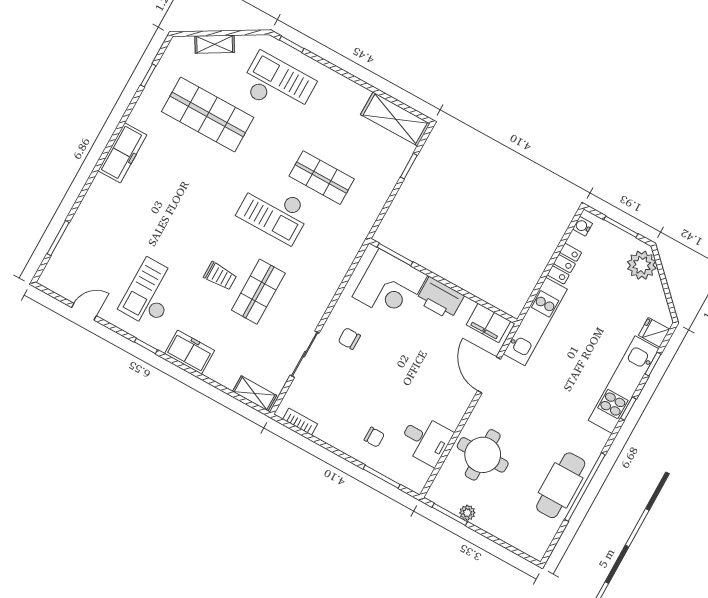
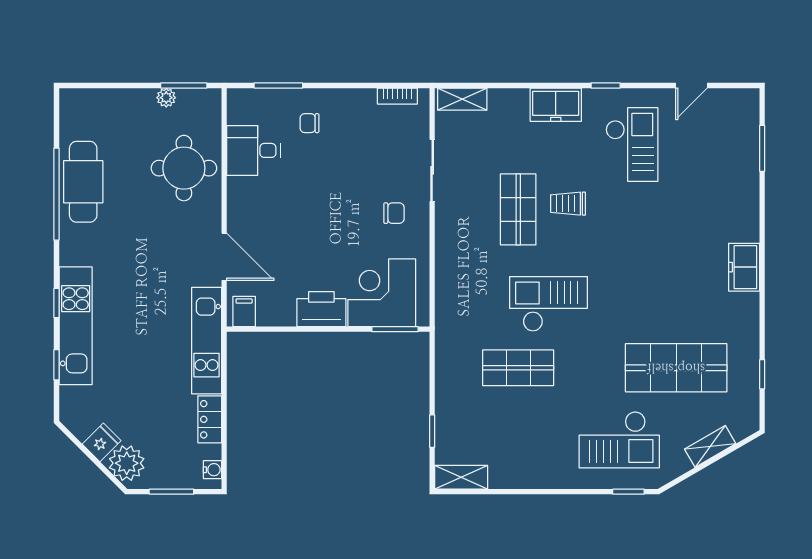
shelving: (395, 119) -> (461, 477), width x0.67, depth x0.75
freezer: (122, 153) -> (744, 267), width x0.71
filing cabinet: (488, 323) -> (244, 312), width x0.50
fridge: (654, 332) -> (102, 442), moved, turned -45

